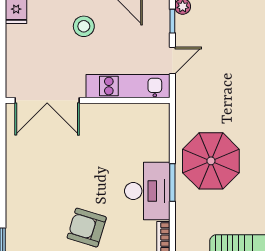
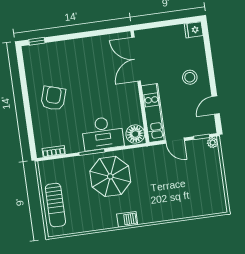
floor lamp: (155, 116) -> (135, 134), added
desk: (147, 191) -> (103, 133), moved

